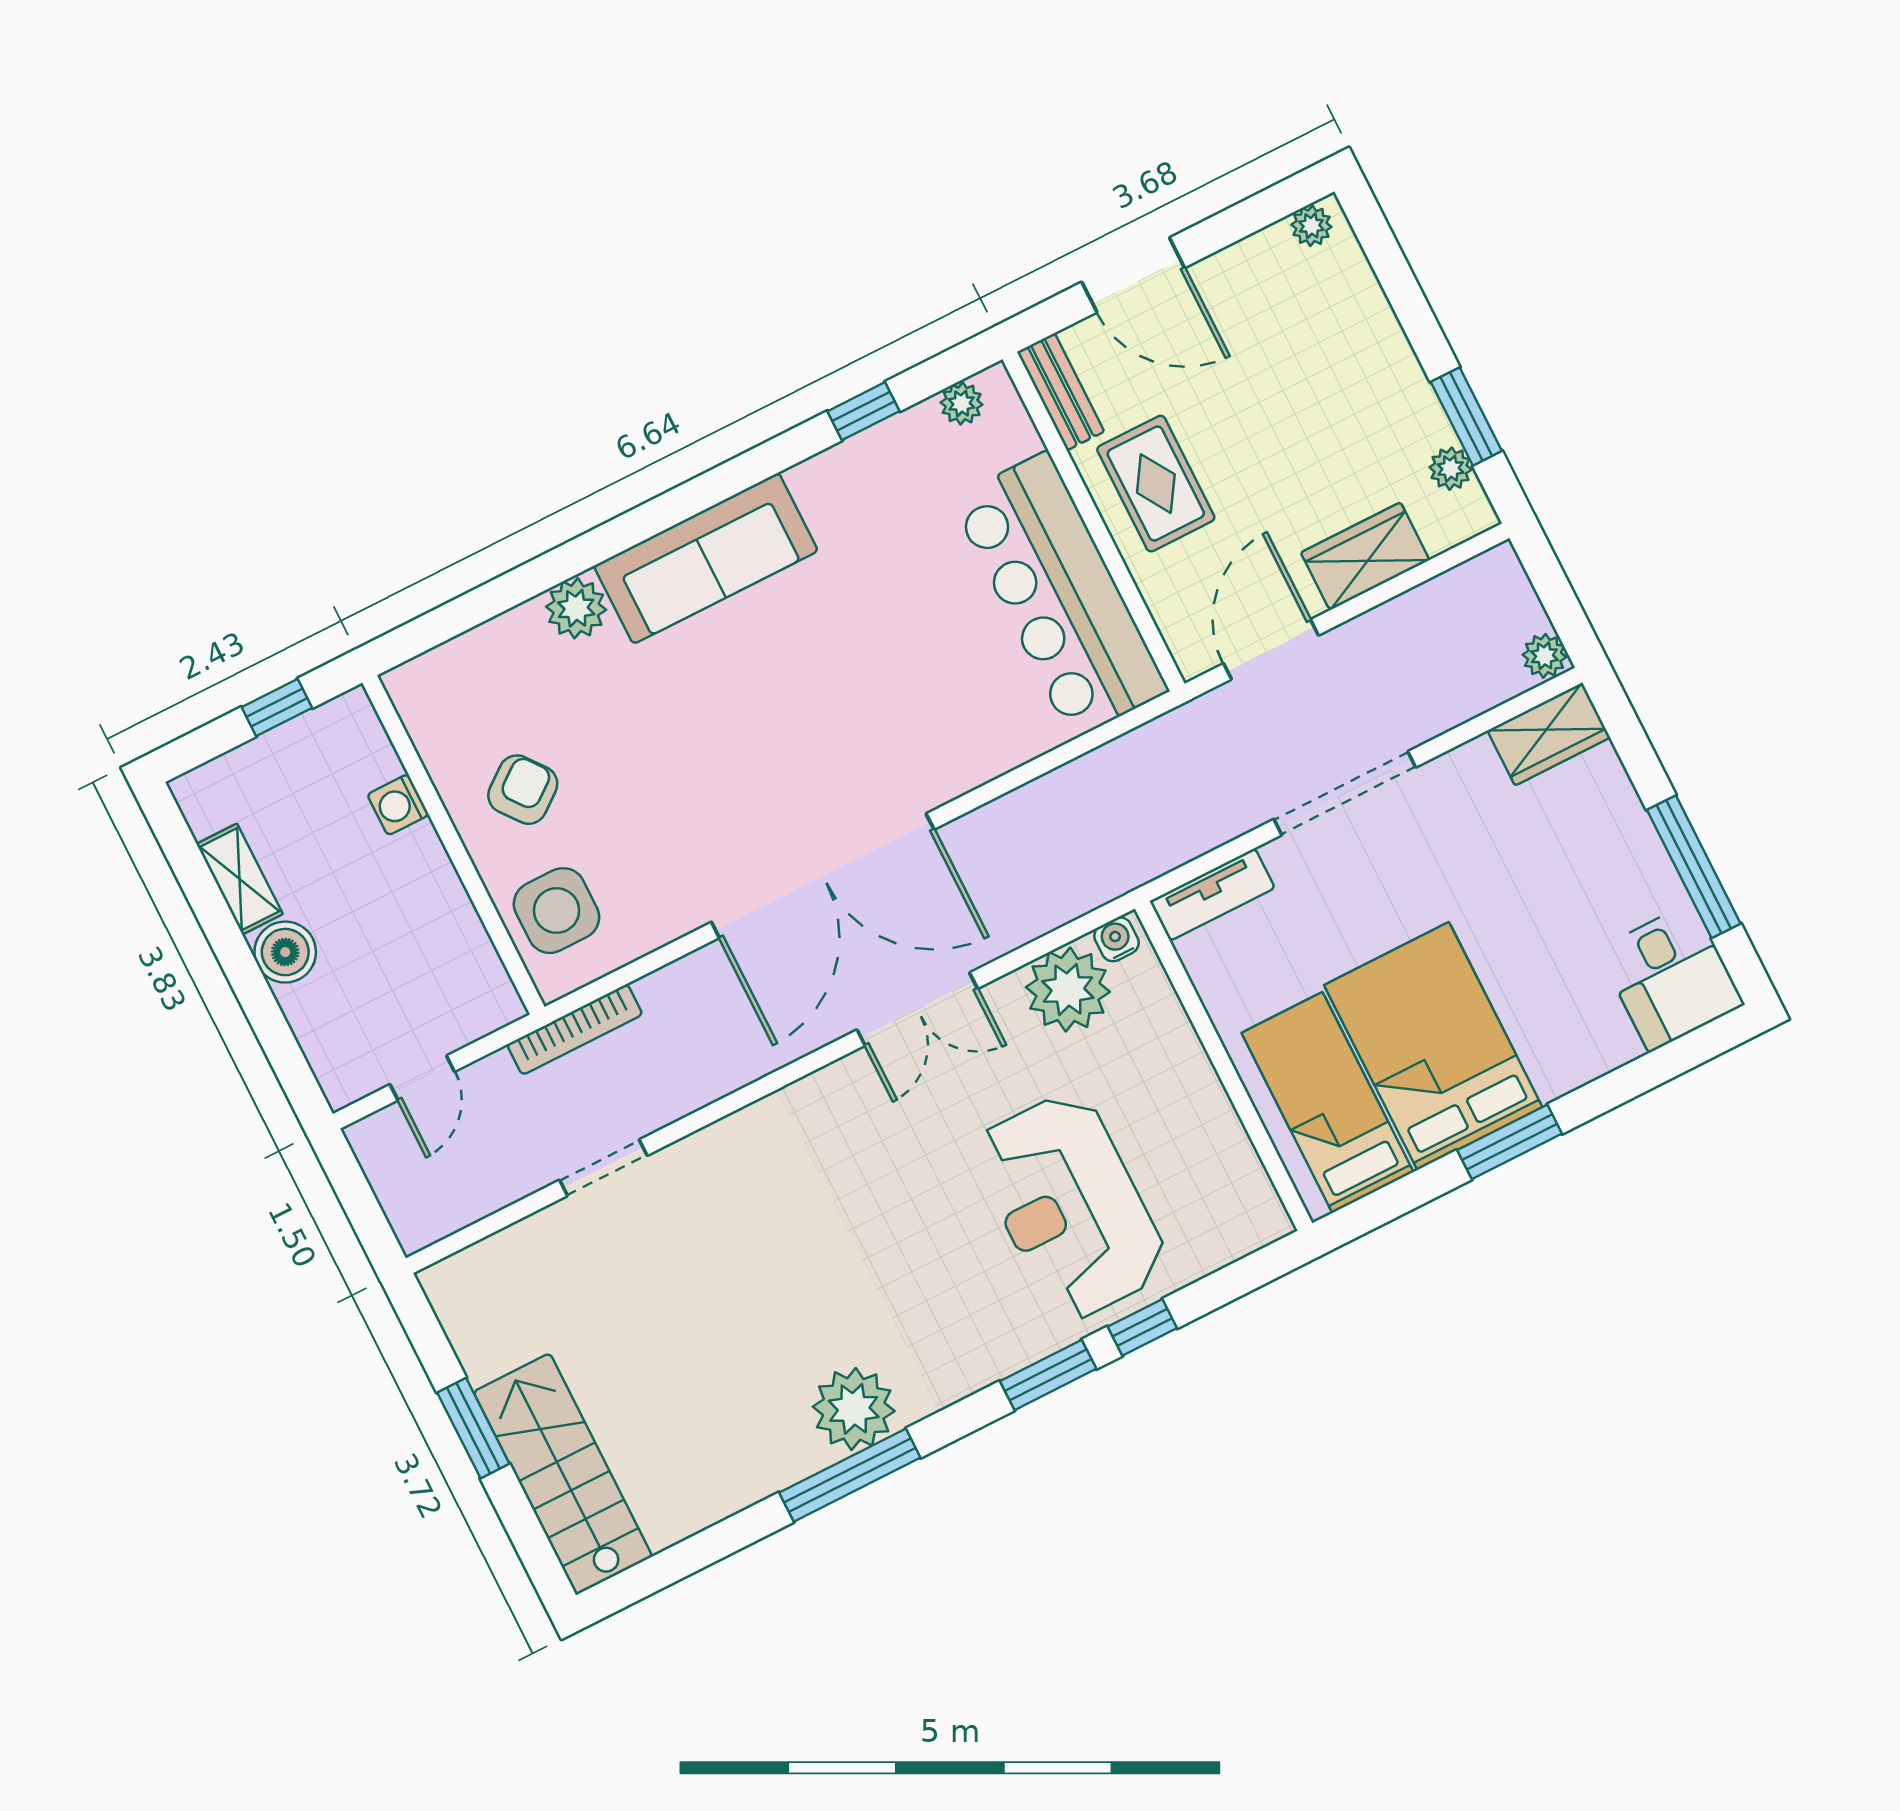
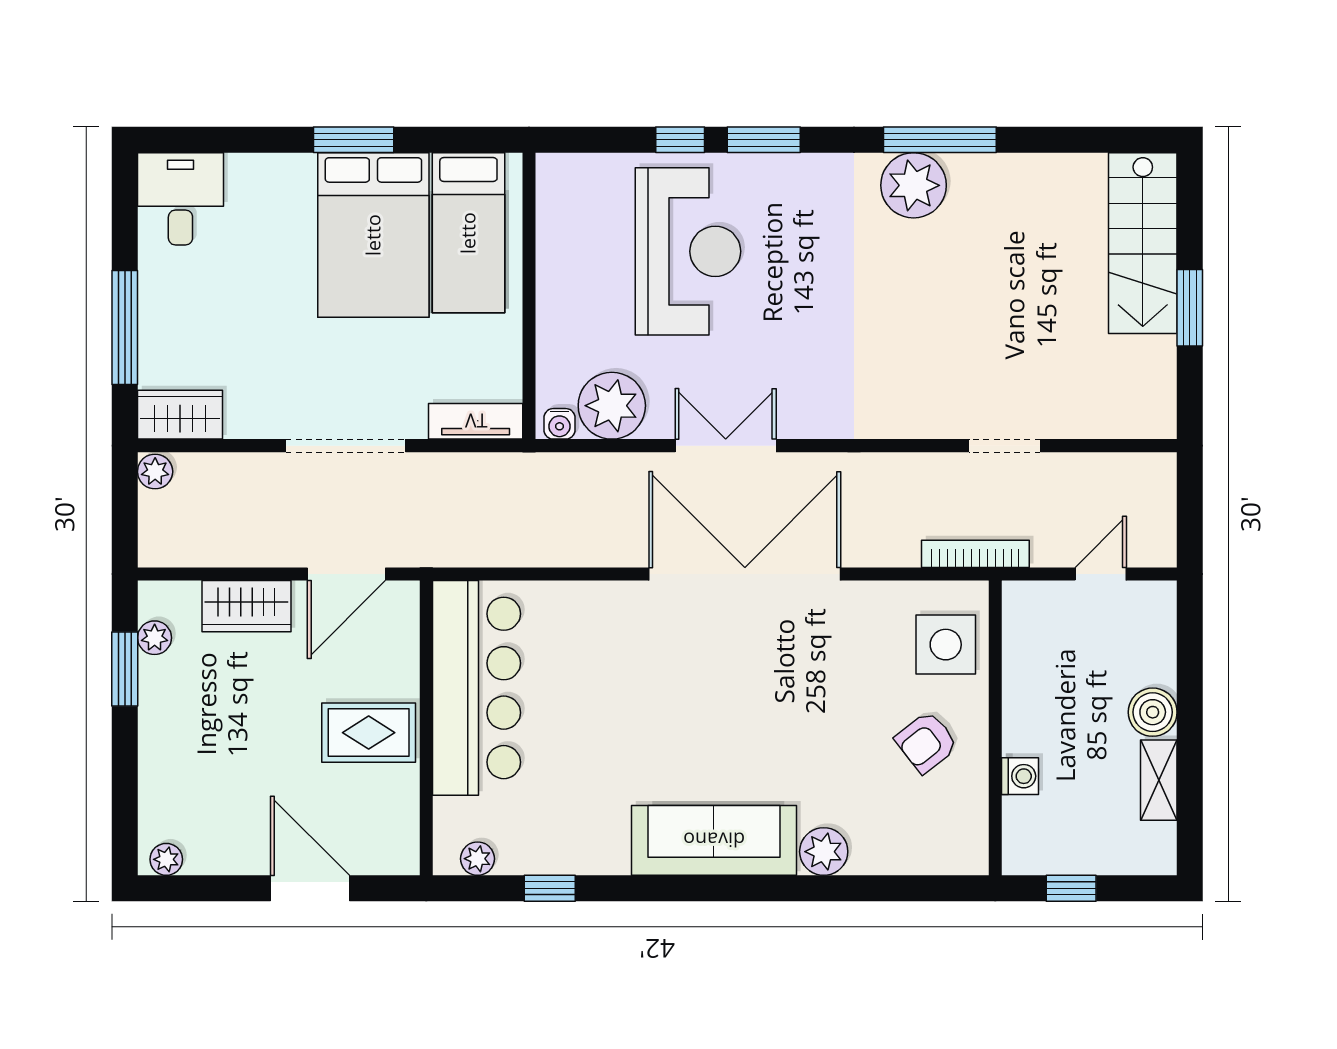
bench: (1061, 392) -> (403, 832), removed
rug: (1156, 484) -> (369, 733), turned 90
window: (1694, 867) -> (125, 327), moved

